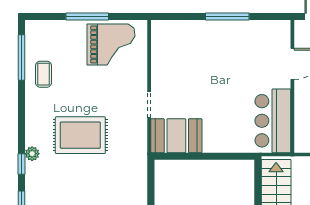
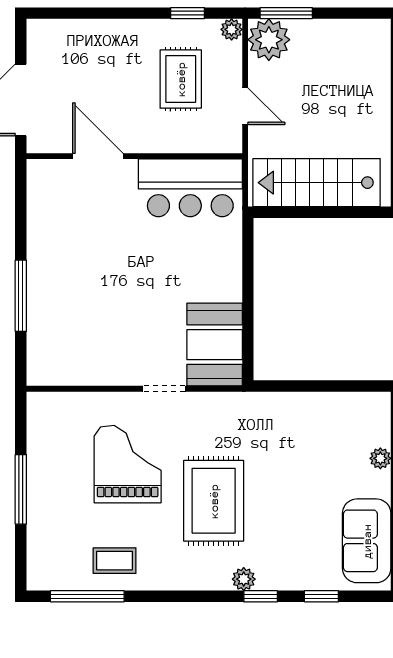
window: (227, 17) -> (21, 296), moved
grand piano: (111, 44) -> (128, 464), moved

